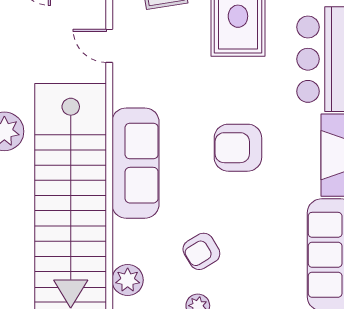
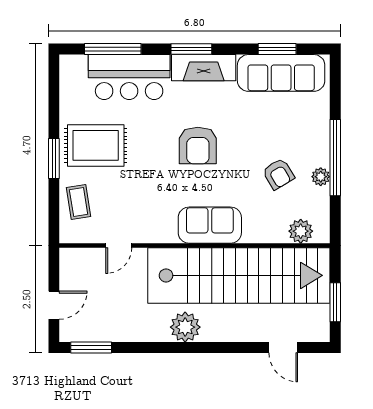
sofa: (135, 163) -> (210, 225), width x0.73

